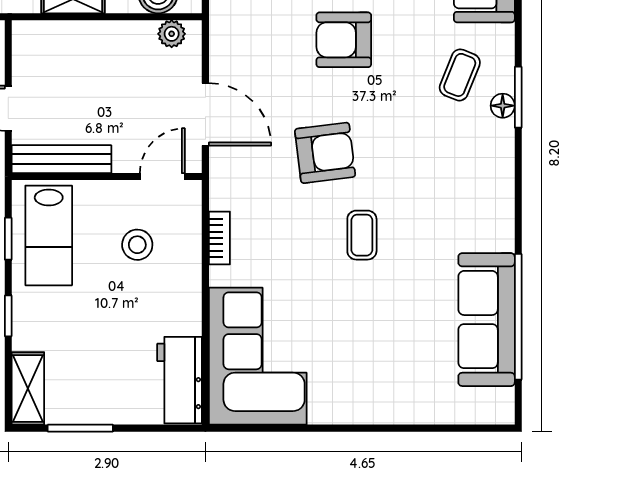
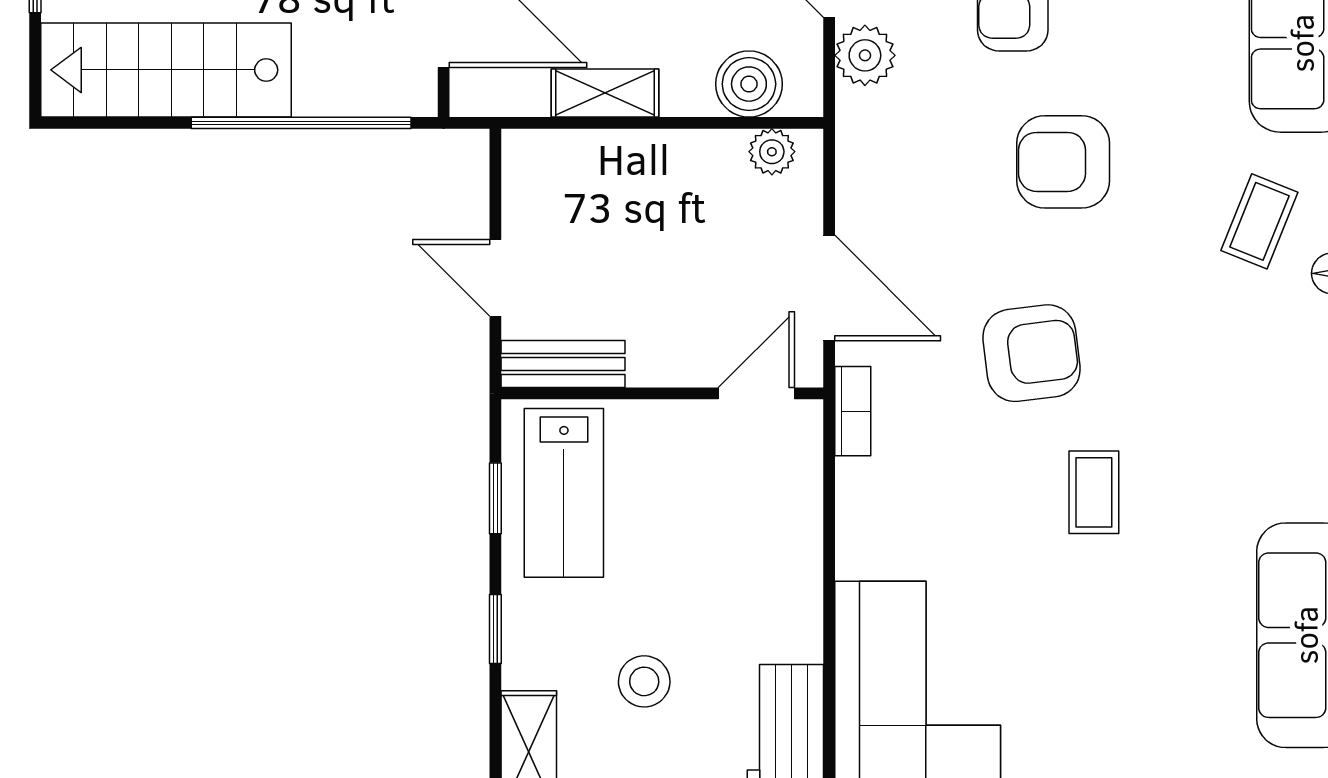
bench: (61, 159) -> (563, 364), width x0.73
bookcase: (219, 238) -> (853, 411), moved
stool: (137, 245) -> (644, 681), moved

